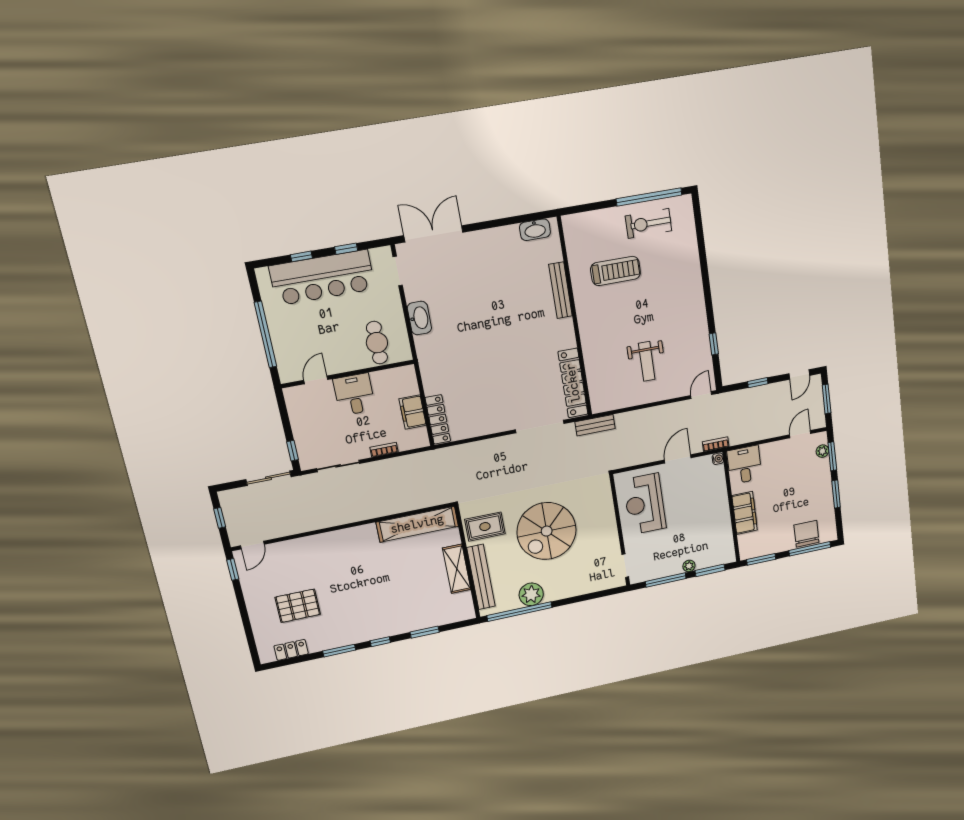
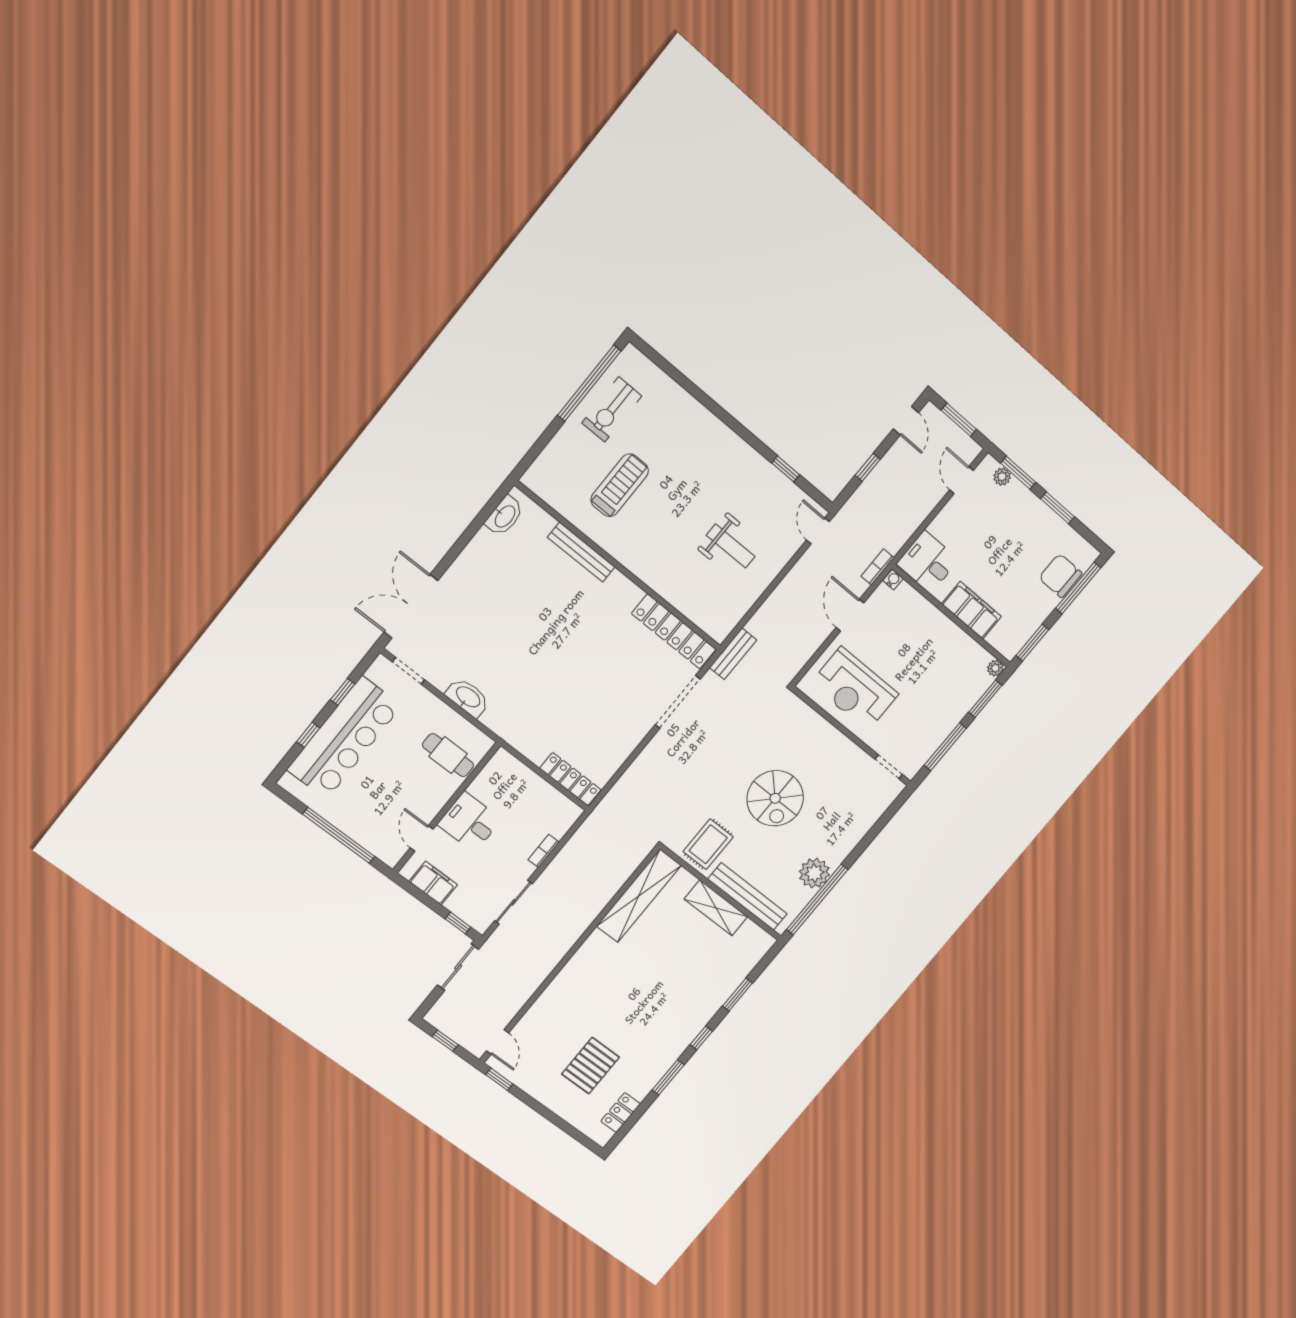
filing cabinet: (413, 412) -> (433, 883), moved, turned 180
spiral stairs: (547, 531) -> (775, 798), width x0.73, depth x0.73
plant: (689, 566) -> (995, 668), moved

